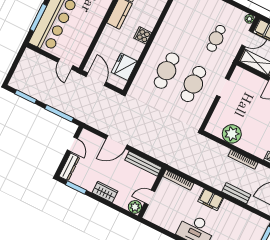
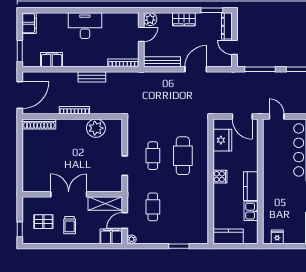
cafe table: (193, 84) -> (153, 156), width x0.73, depth x0.74
bench: (236, 193) -> (92, 77), moved
filing cabinet: (211, 200) -> (52, 60), moved

